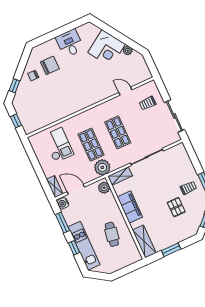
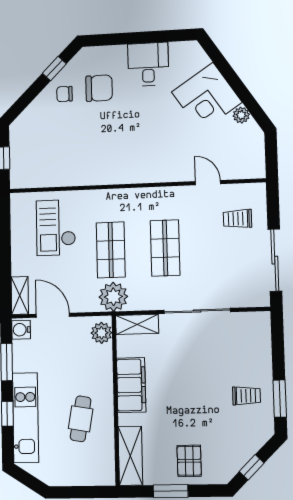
window: (14, 86) -> (54, 69), moved
checkout: (58, 145) -> (56, 228), turned 180
pallet: (176, 207) -> (189, 461), moved

